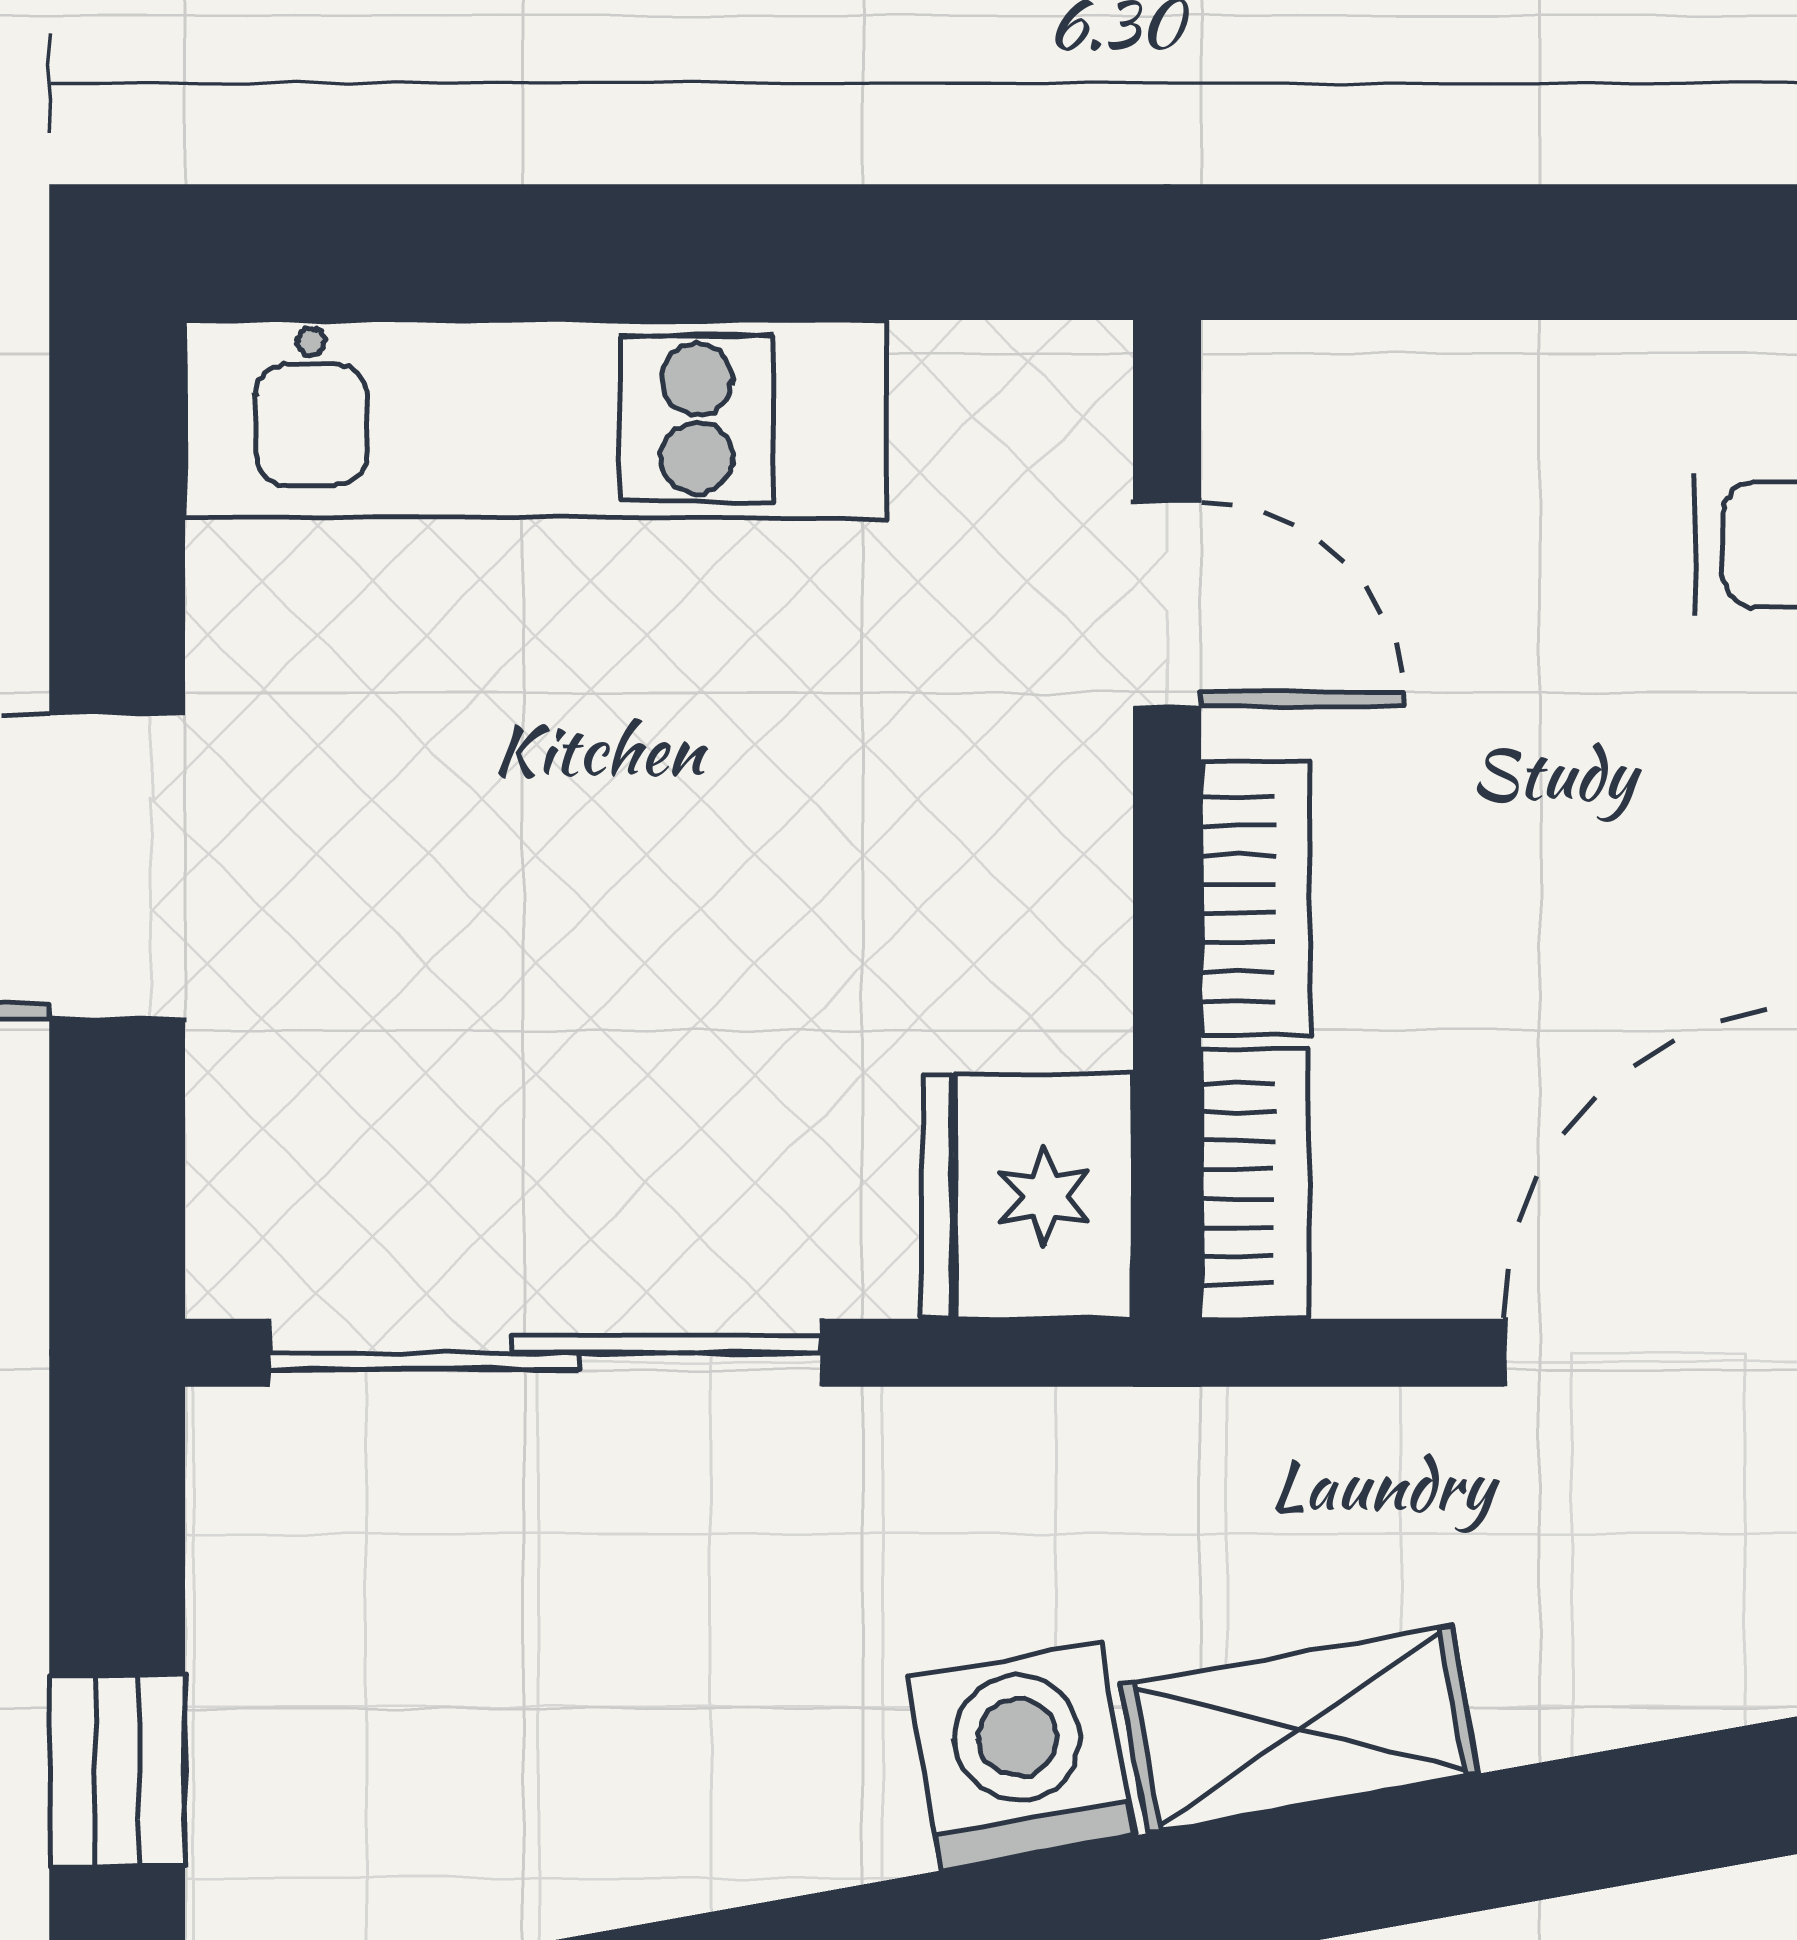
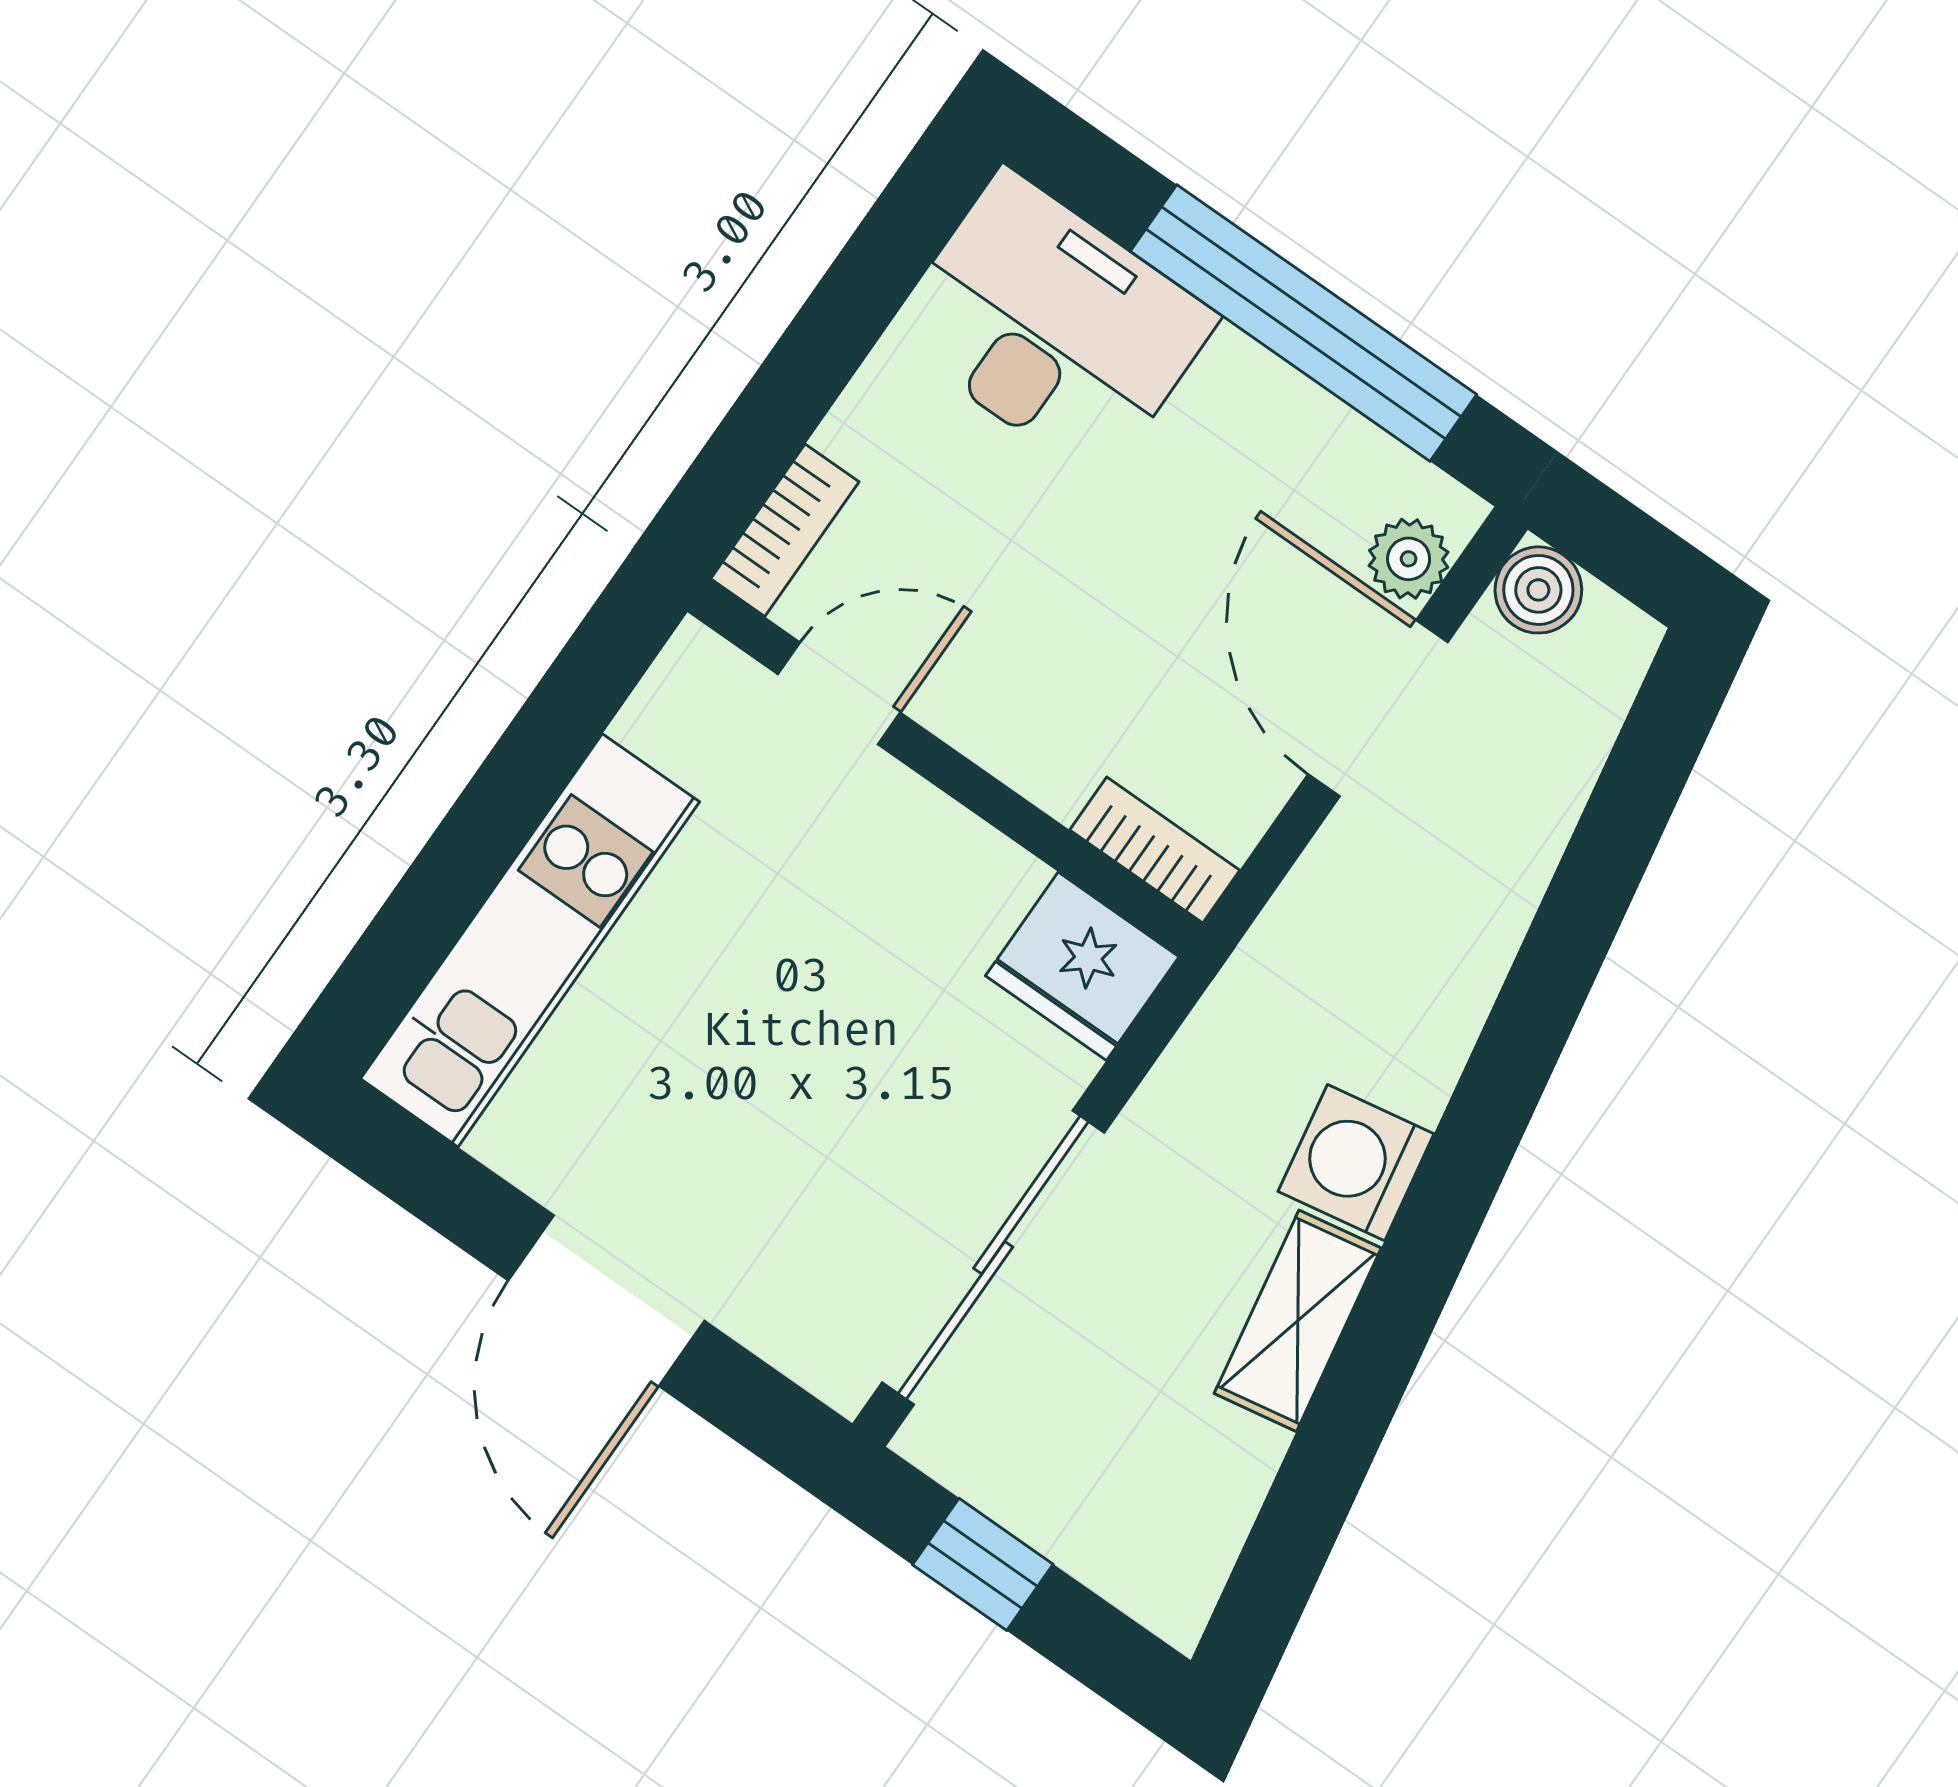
bookcase: (1256, 898) -> (785, 530), moved, turned 90
shelving: (1300, 1729) -> (1298, 1321), moved
window: (117, 1771) -> (983, 1564), moved

